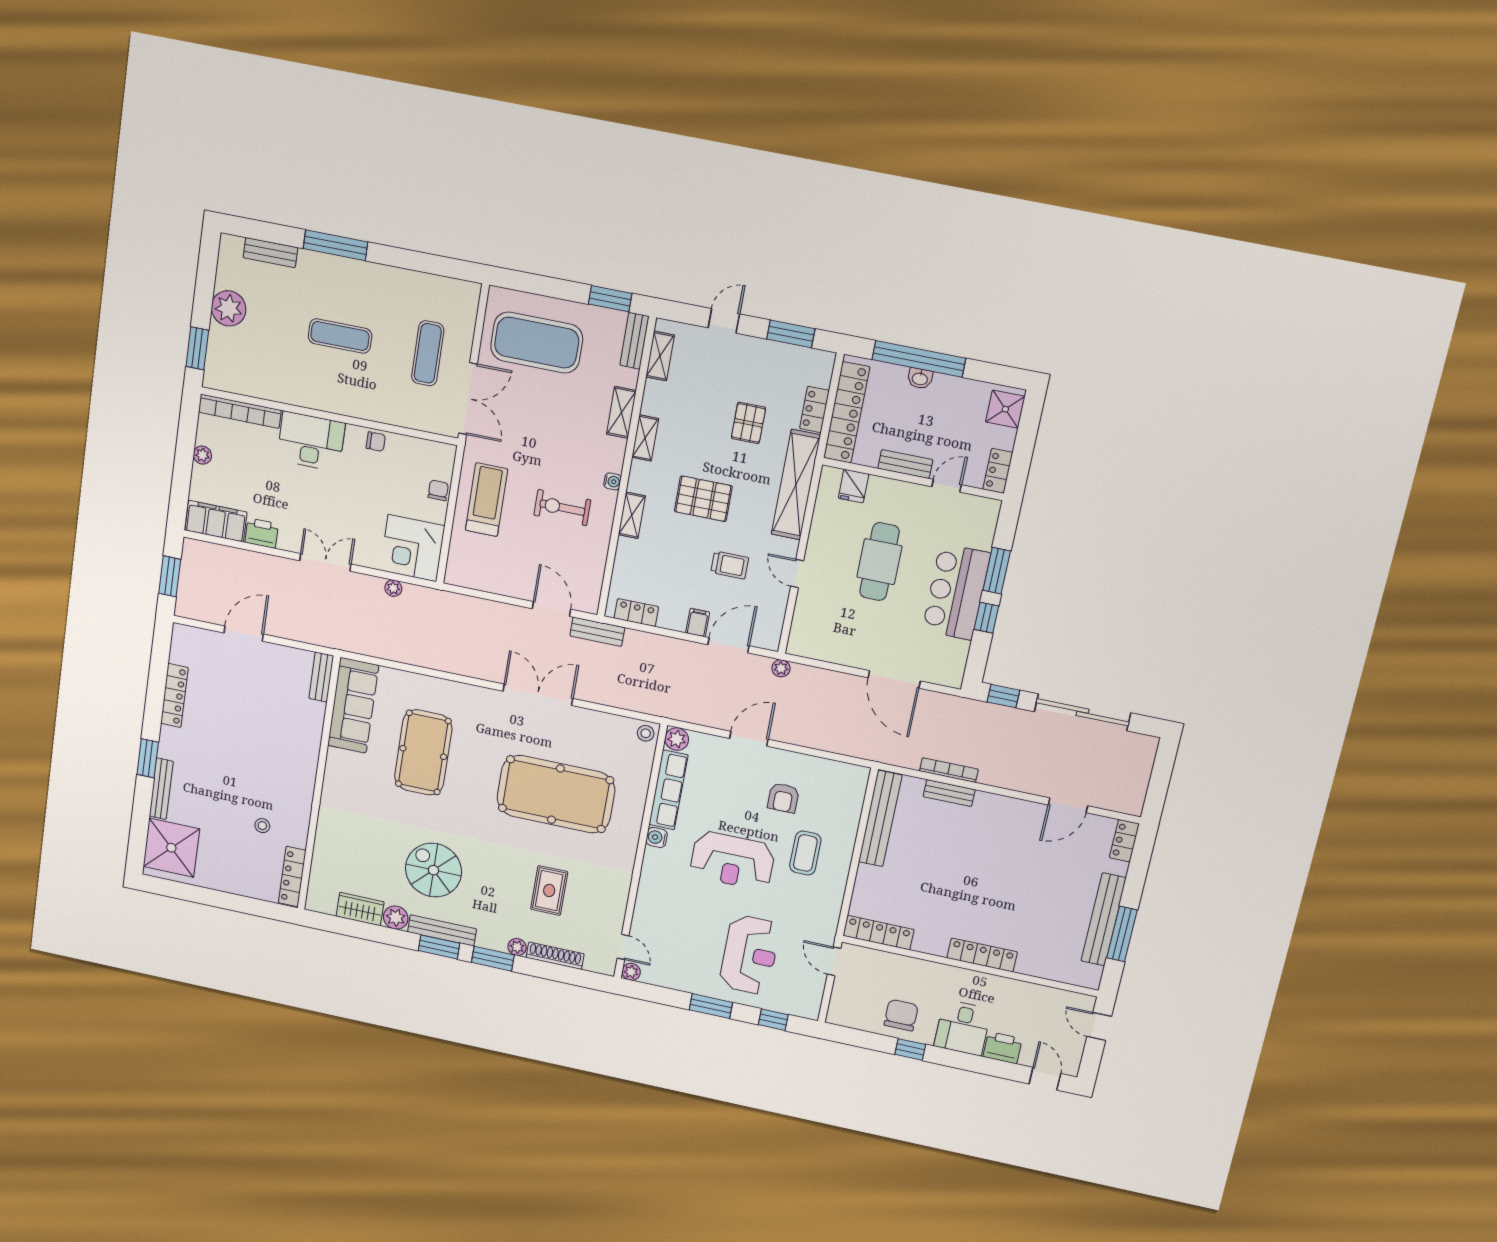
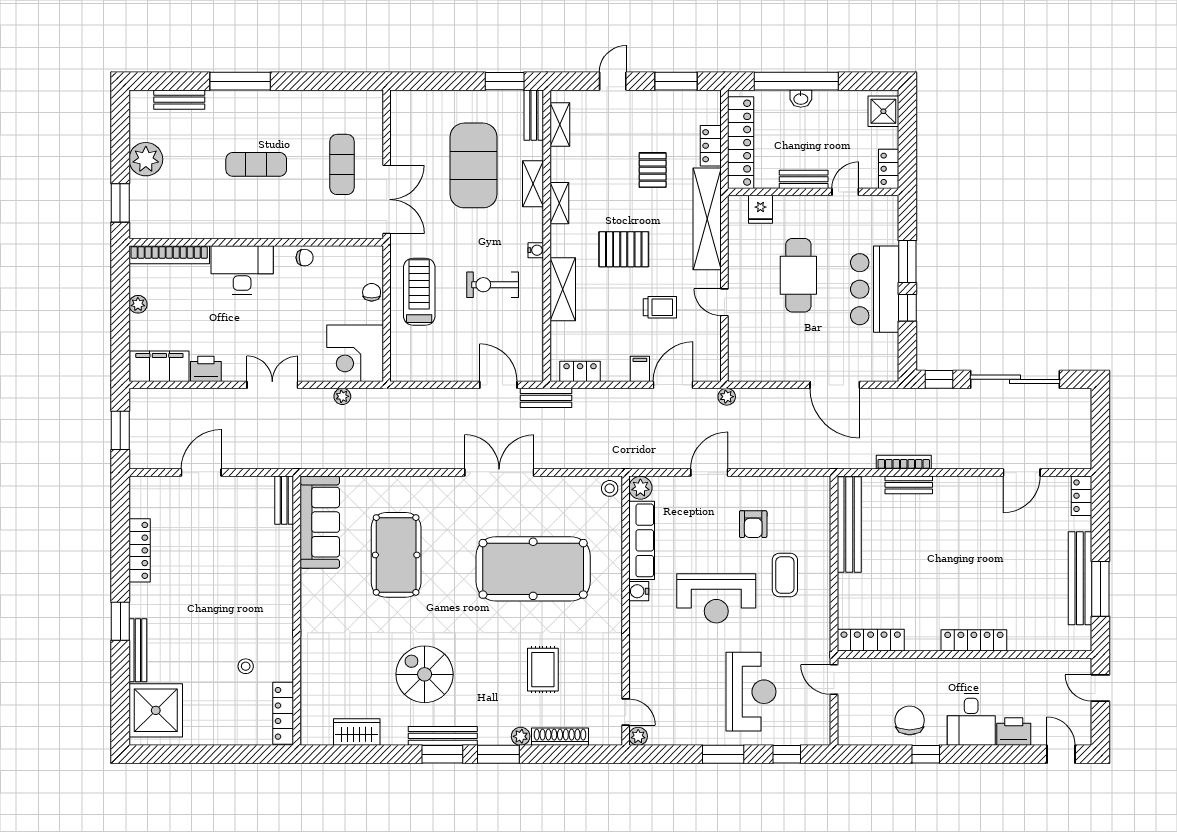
exercise mat: (537, 343) -> (474, 165), moved, turned 90
shelving: (632, 515) -> (563, 289), width x1.50, depth x1.33
plant: (396, 918) -> (394, 733), removed

